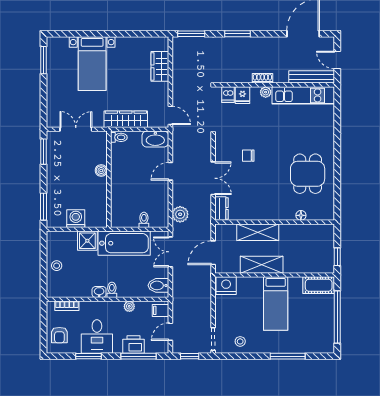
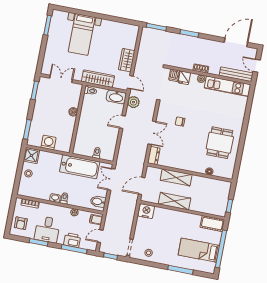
wardrobe: (160, 66) -> (127, 60), moved
plant: (180, 214) -> (134, 102), moved
shower: (87, 241) -> (31, 156), moved
bed: (276, 304) -> (199, 250), moved, turned 90

